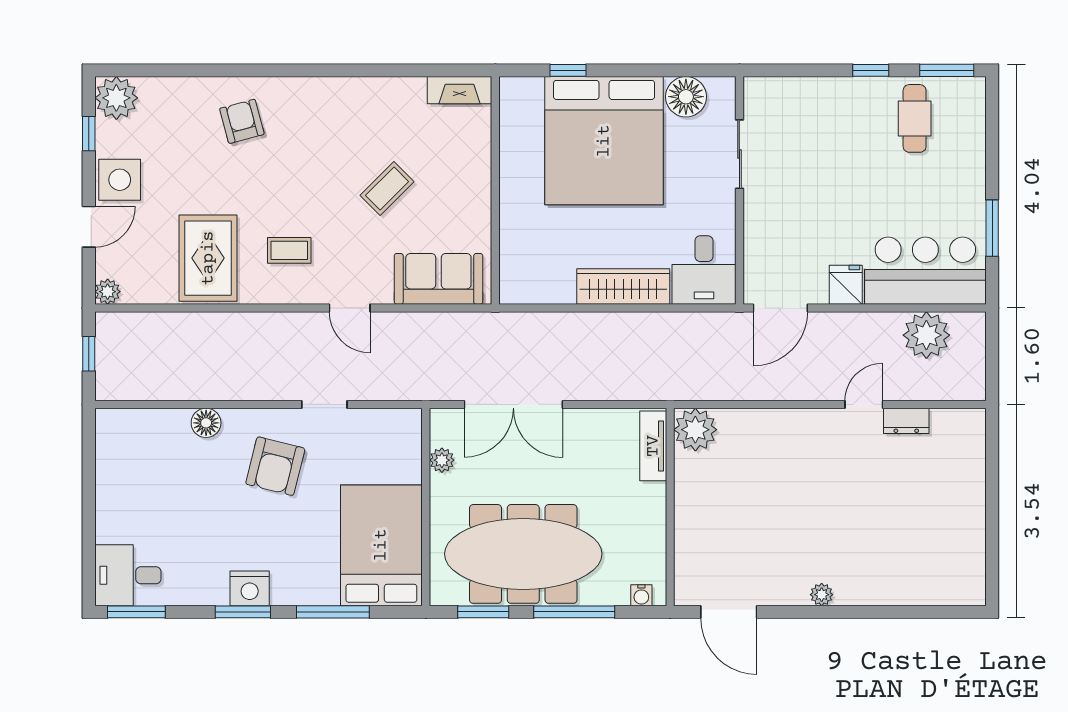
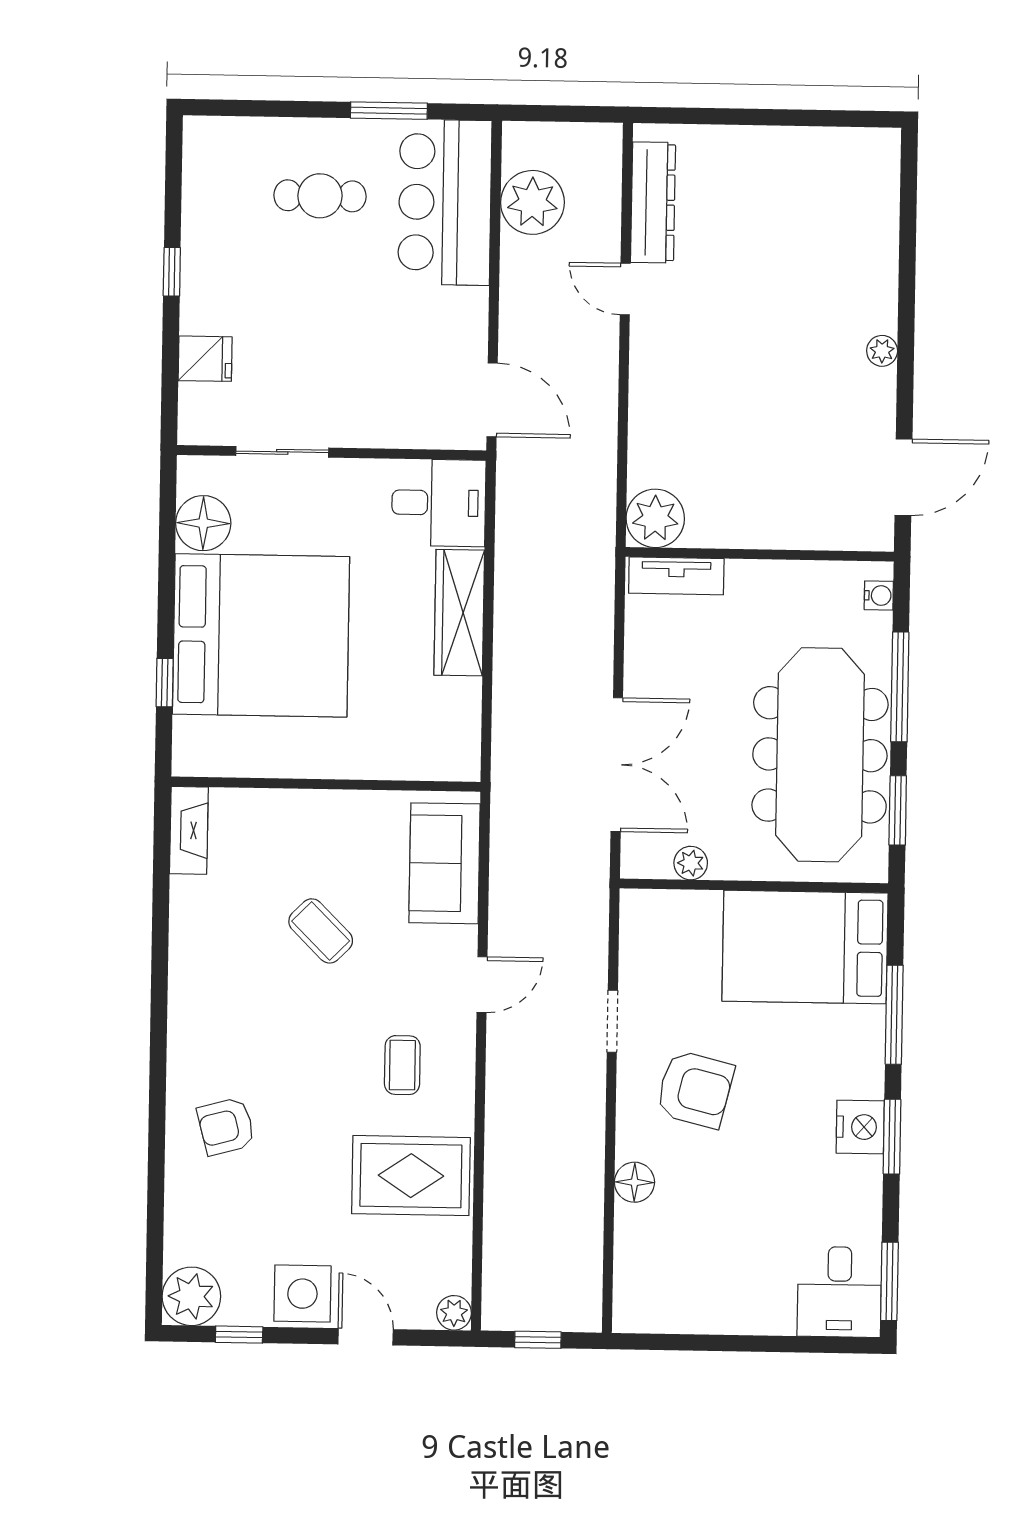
window: (947, 70) -> (174, 168), removed
cafe table: (915, 118) -> (320, 196), moved
fridge: (846, 285) -> (205, 359), moved, turned 180
dresser: (906, 421) -> (653, 202), width x1.96, depth x1.24

